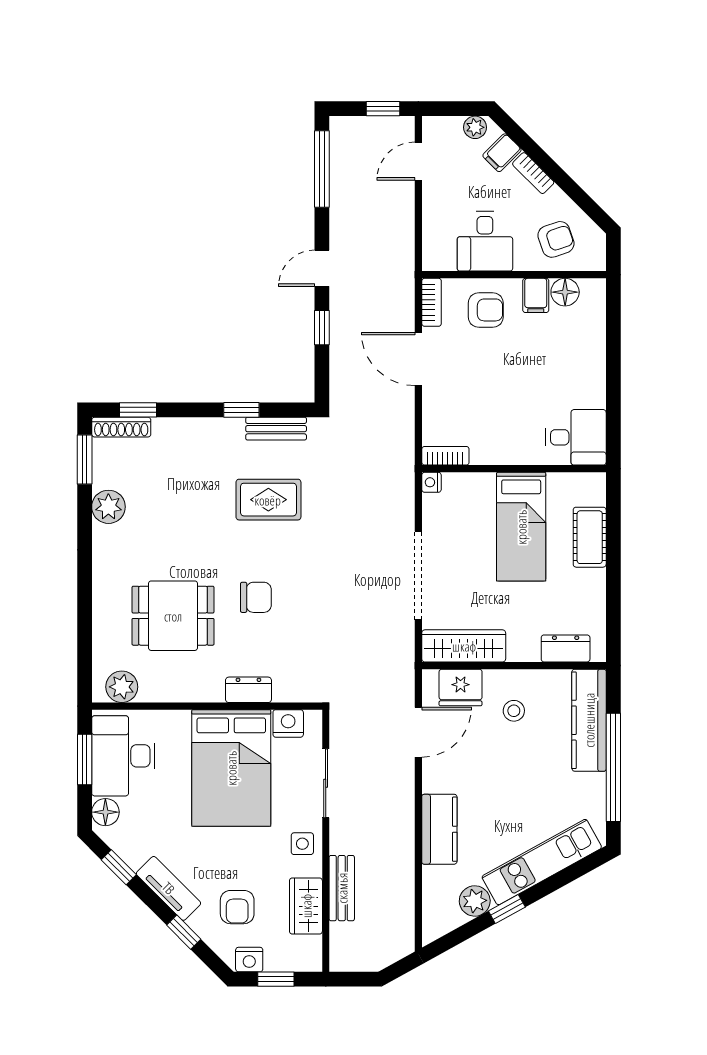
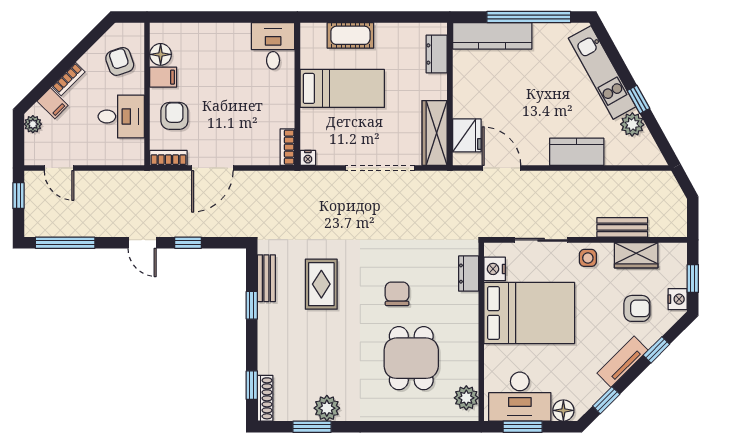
window: (85, 459) -> (312, 427), moved
dresser: (248, 690) -> (469, 274), moved
stool: (514, 711) -> (485, 94), removed

